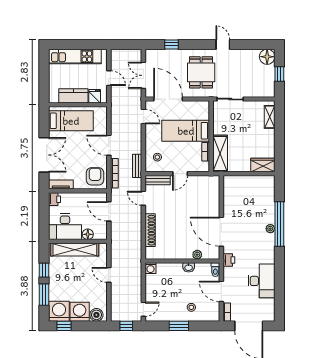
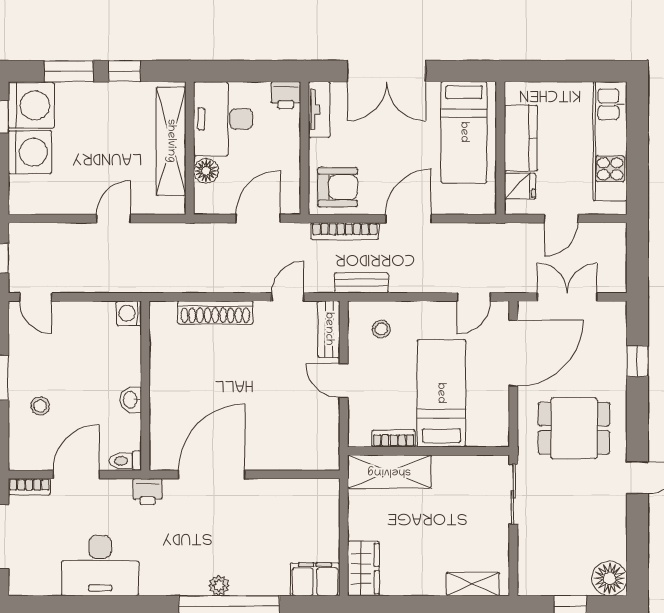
filing cabinet: (268, 186) -> (315, 579), added
plant: (197, 255) -> (160, 420), removed
boiler: (96, 315) -> (23, 191), removed

